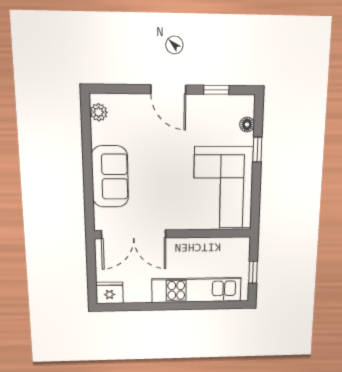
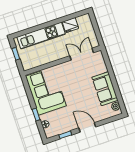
sofa: (110, 177) -> (105, 89), moved
double door: (134, 234) -> (82, 54), width x0.73
fridge: (110, 293) -> (70, 25), moved

